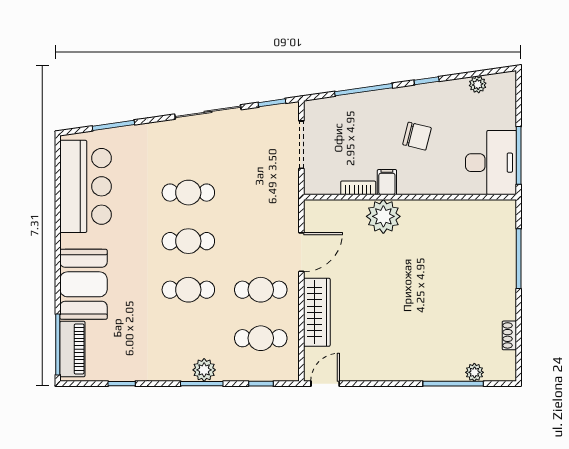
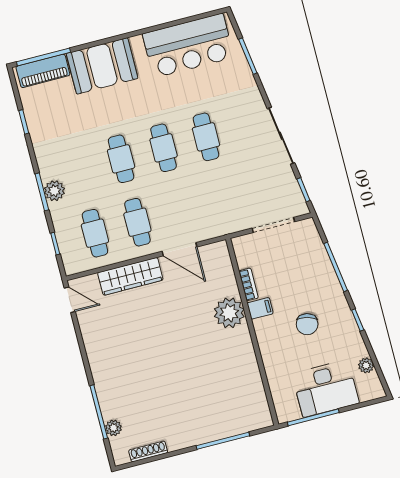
desk: (491, 163) -> (326, 388), moved
shoe rack: (509, 335) -> (148, 451), width x1.43

